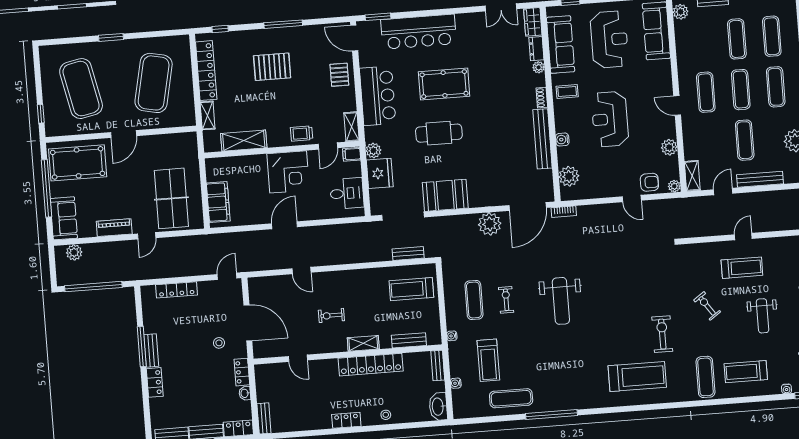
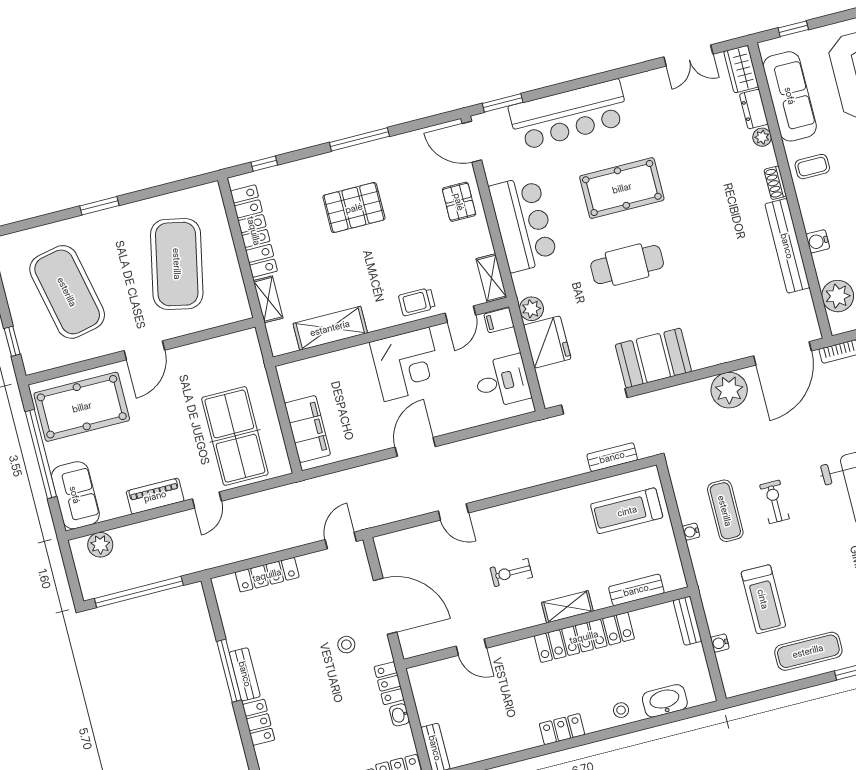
water cooler: (452, 336) -> (691, 532), moved
washbasin: (438, 407) -> (665, 701), moved, turned 90

